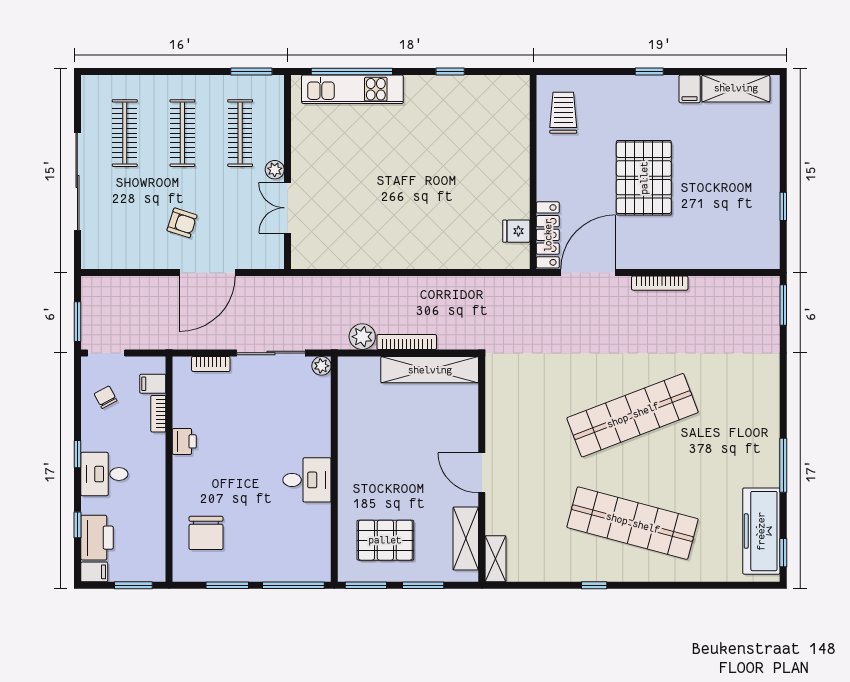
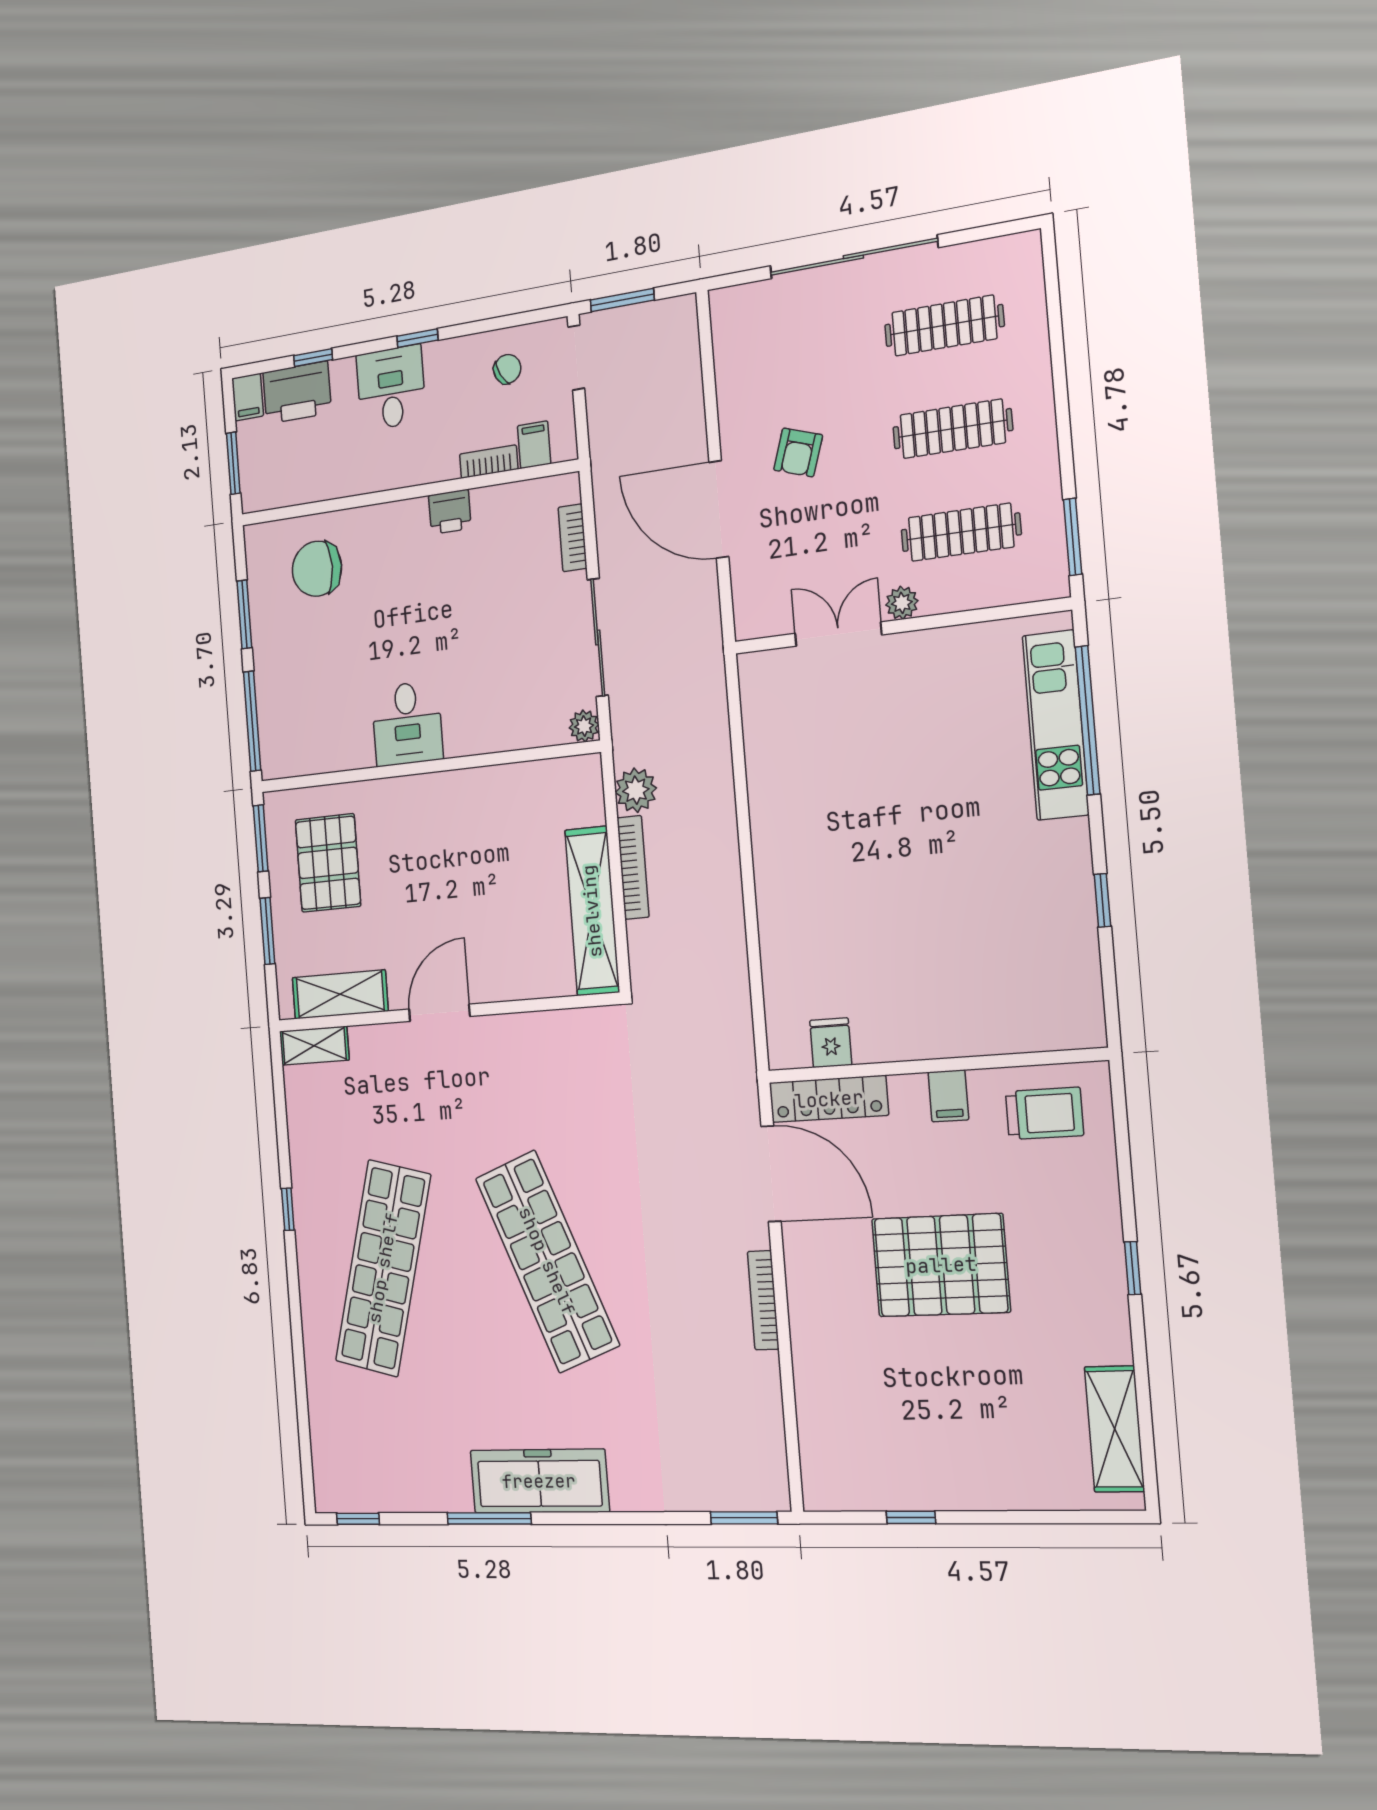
filing cabinet: (690, 89) -> (948, 1096), moved, turned -90
freezer: (761, 531) -> (539, 1481), moved

